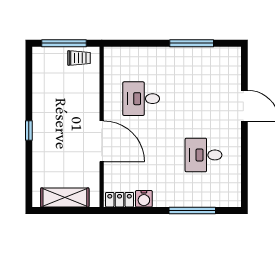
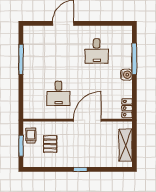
window: (64, 43) -> (21, 146), width x0.69
pallet: (66, 86) -> (50, 144), added
water cooler: (144, 199) -> (126, 75), moved

